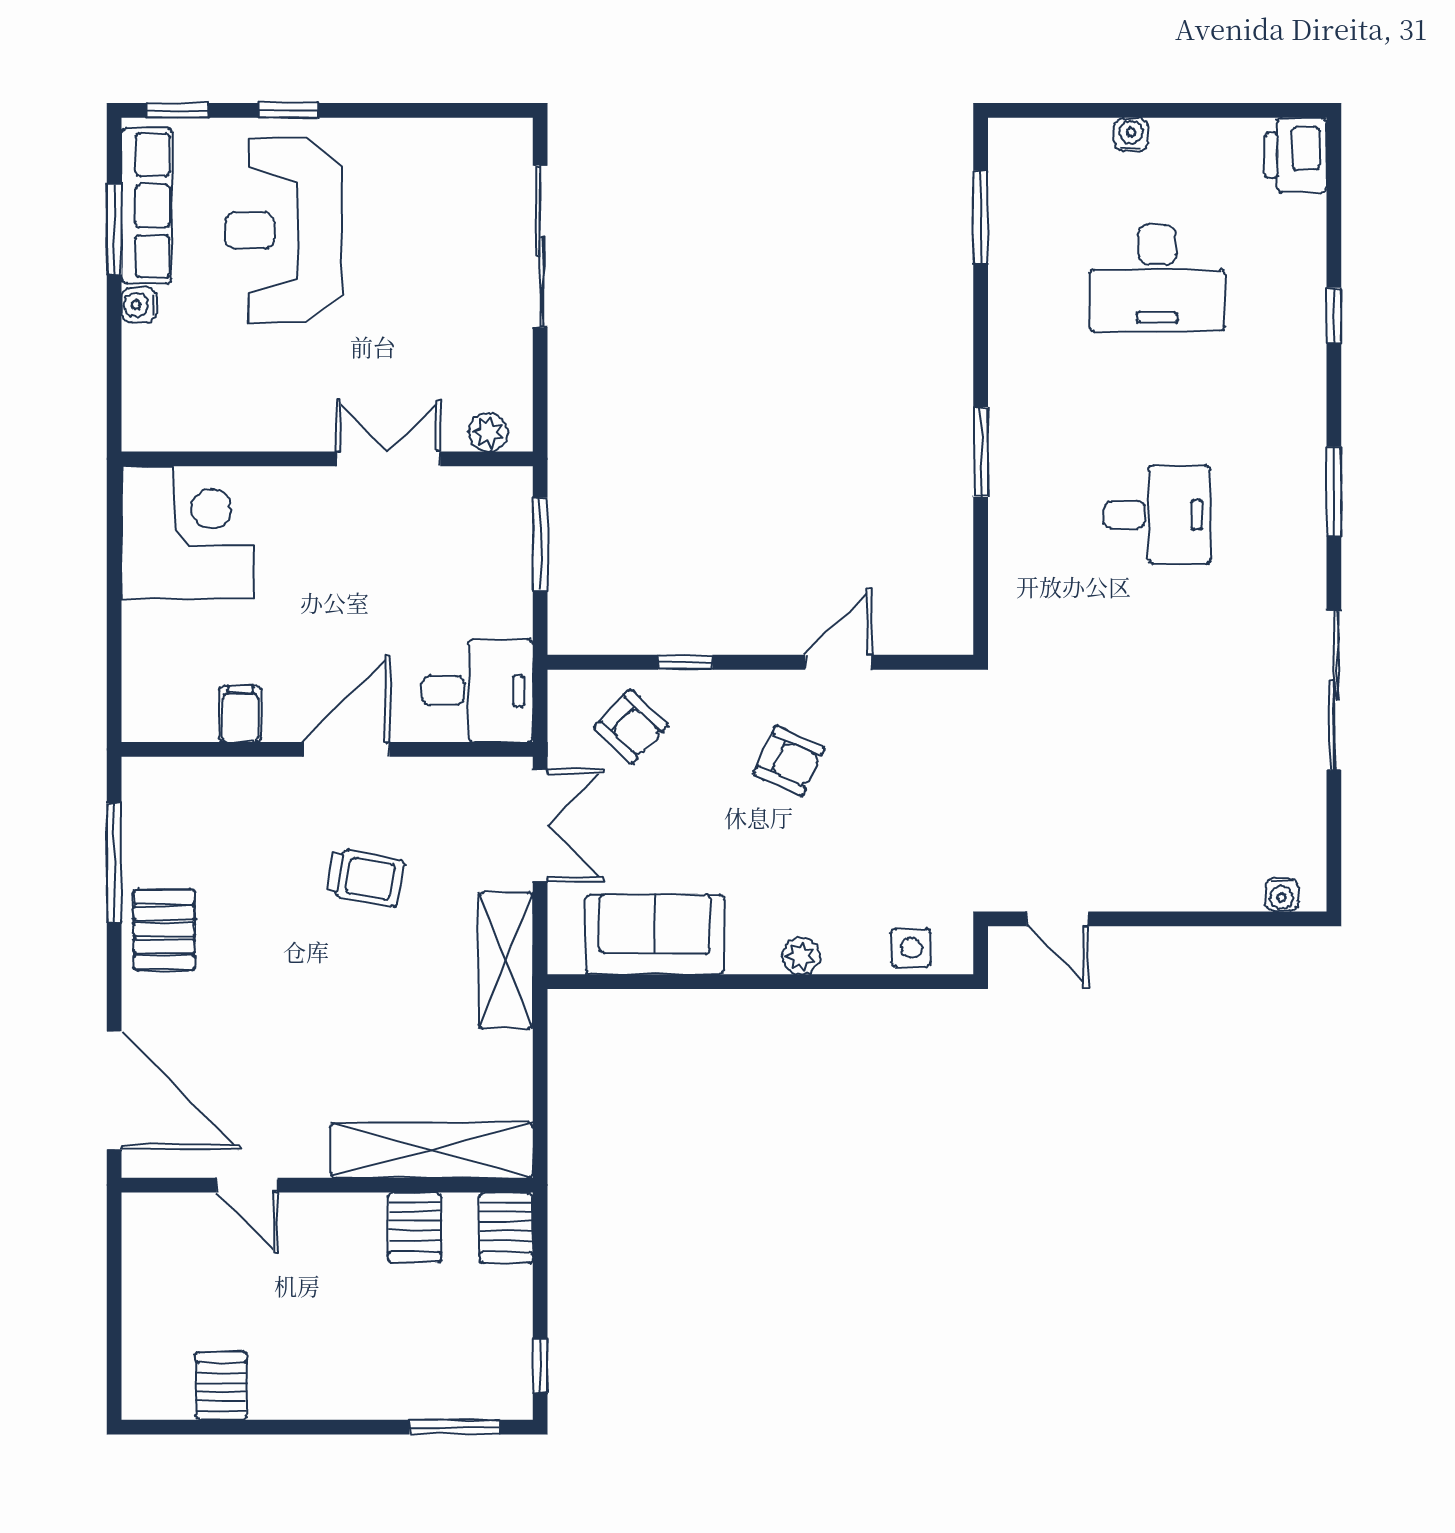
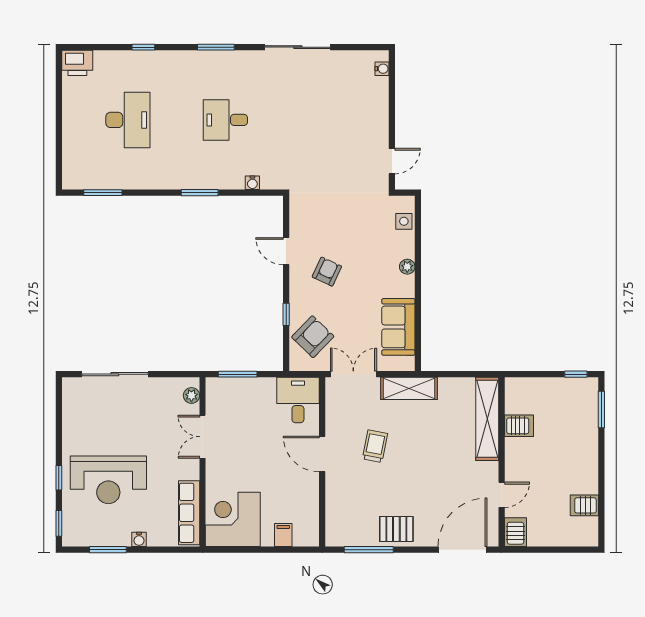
water cooler: (1131, 135) -> (252, 183), moved, turned -90
row of seats: (147, 205) -> (189, 513), moved, turned -90
desk: (1157, 515) -> (225, 120), turned -90
filing cabinet: (240, 714) -> (283, 535), moved, turned 90
armchair: (631, 727) -> (313, 337), width x1.38, depth x1.38
server rack: (506, 1228) -> (516, 532), moved, turned -90

